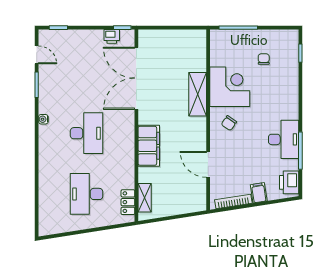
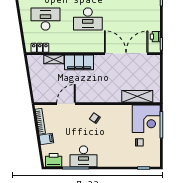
corner desk: (230, 87) -> (146, 119), moved
shelving: (198, 94) -> (137, 96), moved
shelving: (145, 198) -> (54, 59), moved

